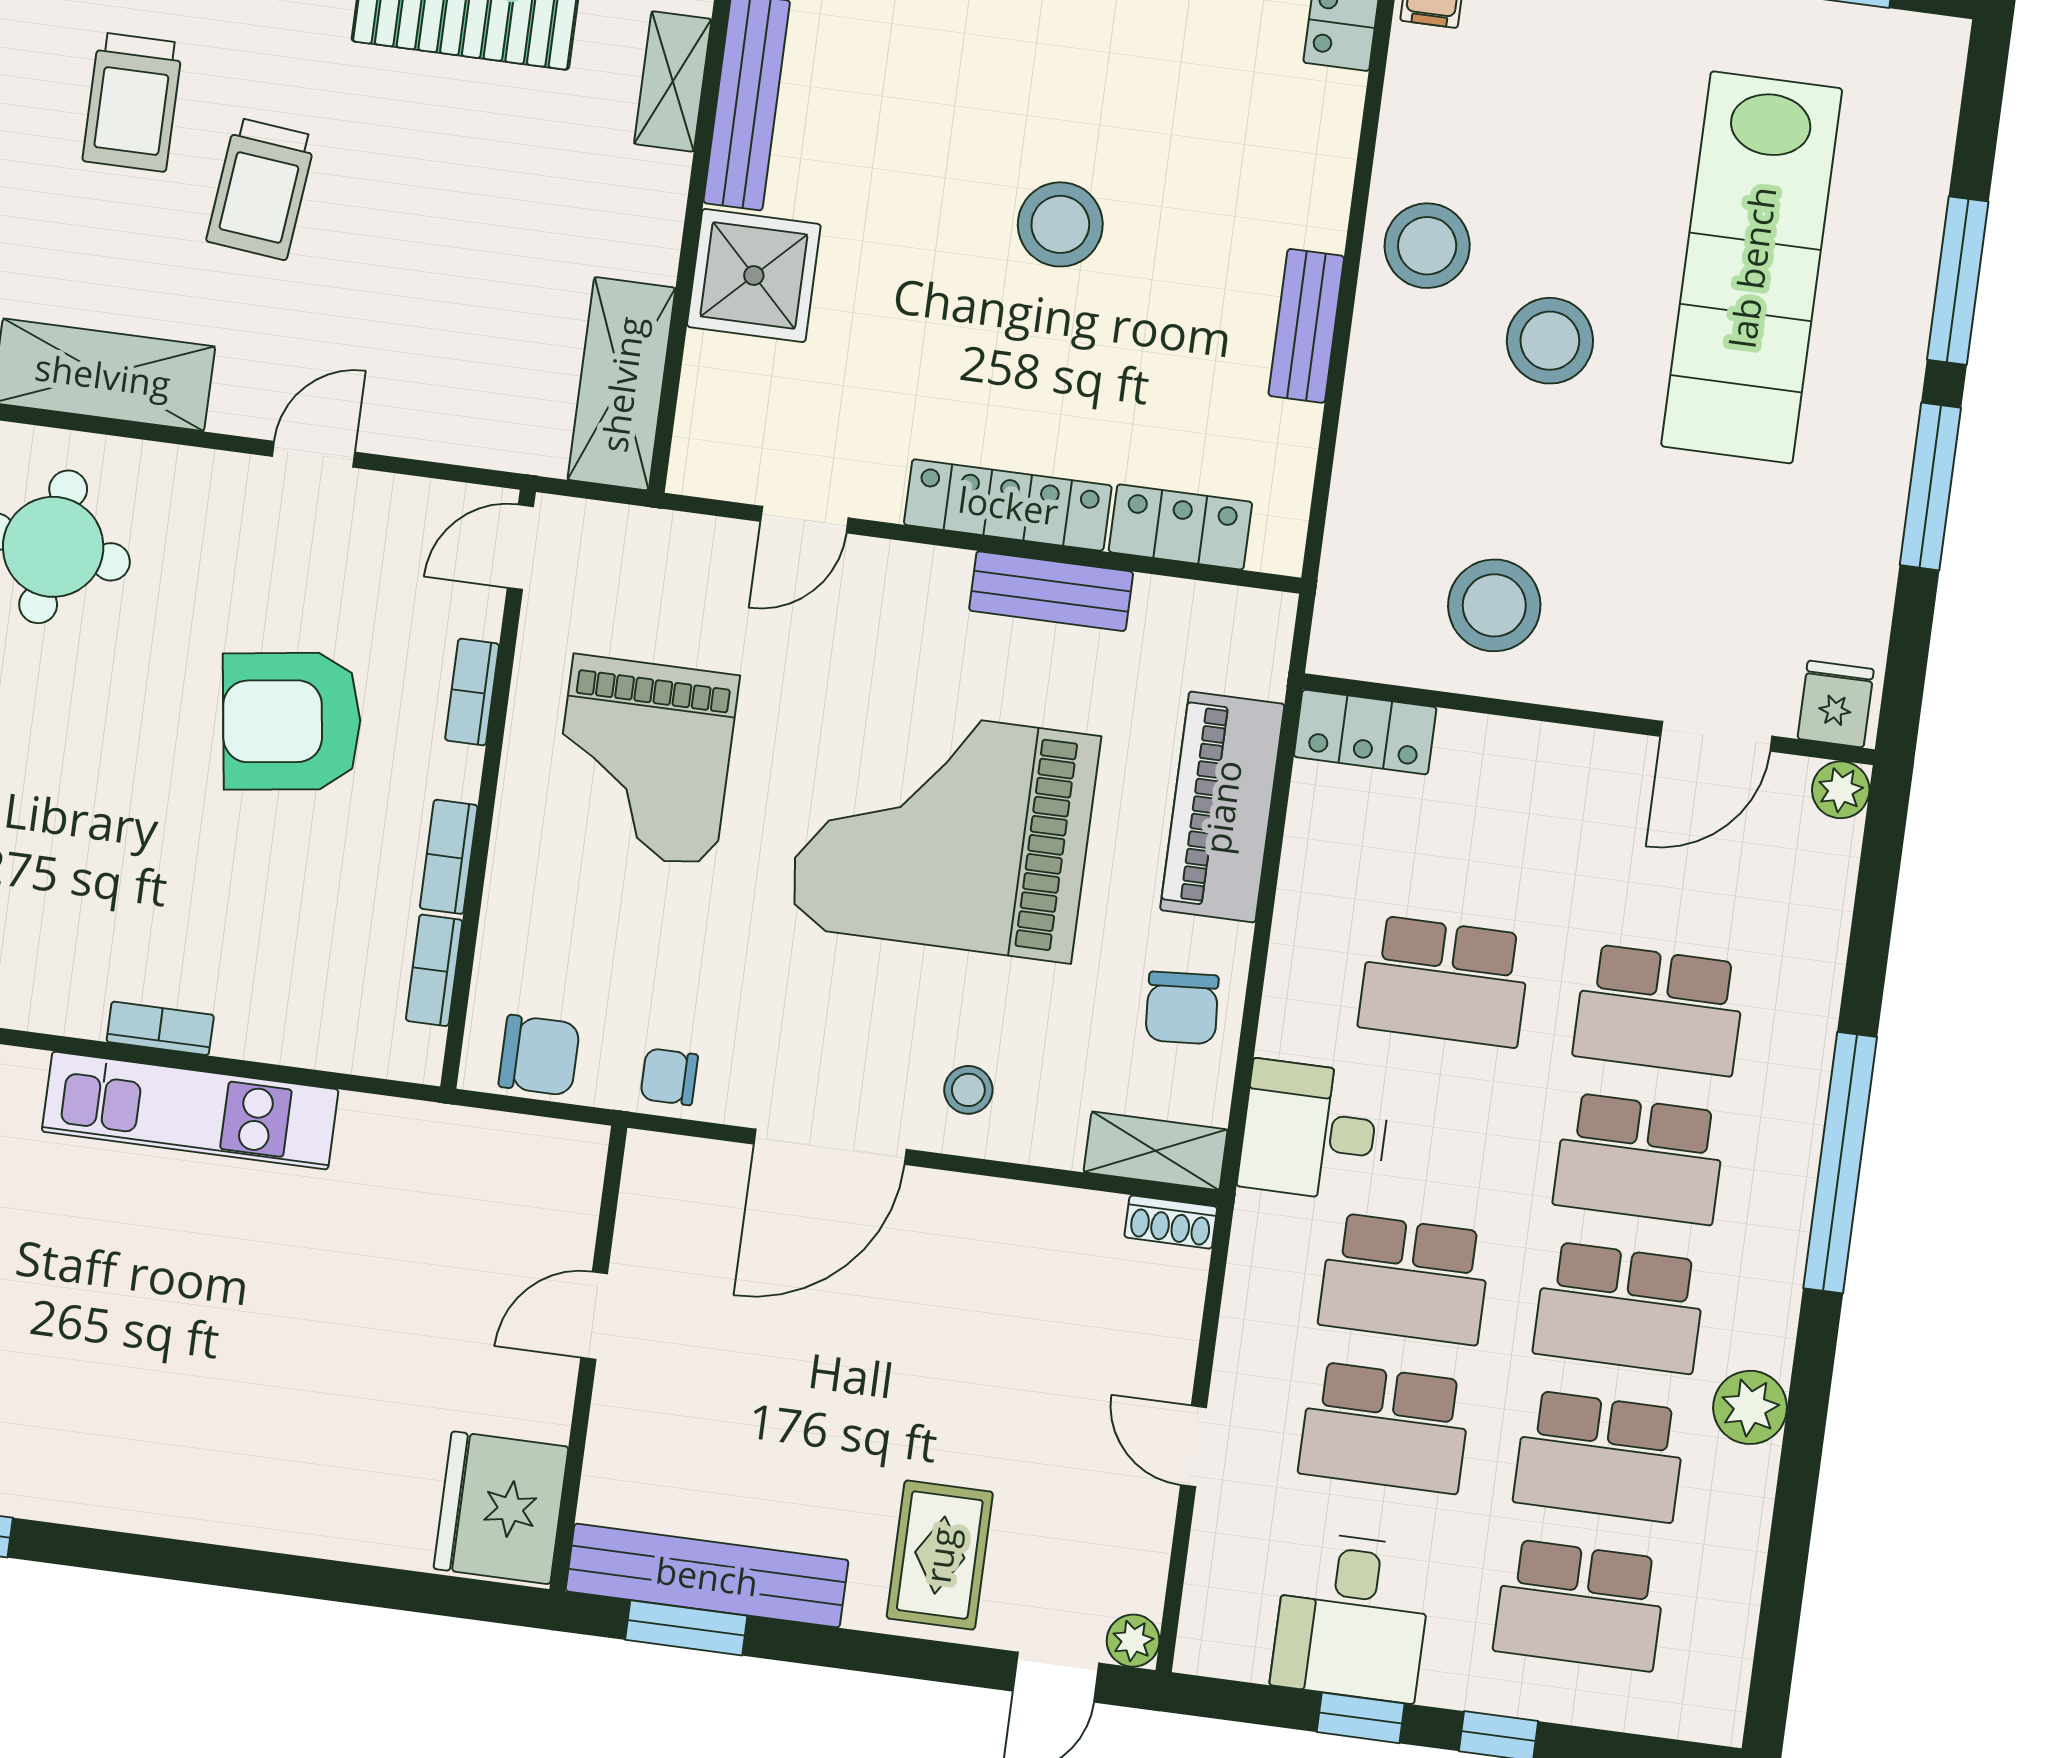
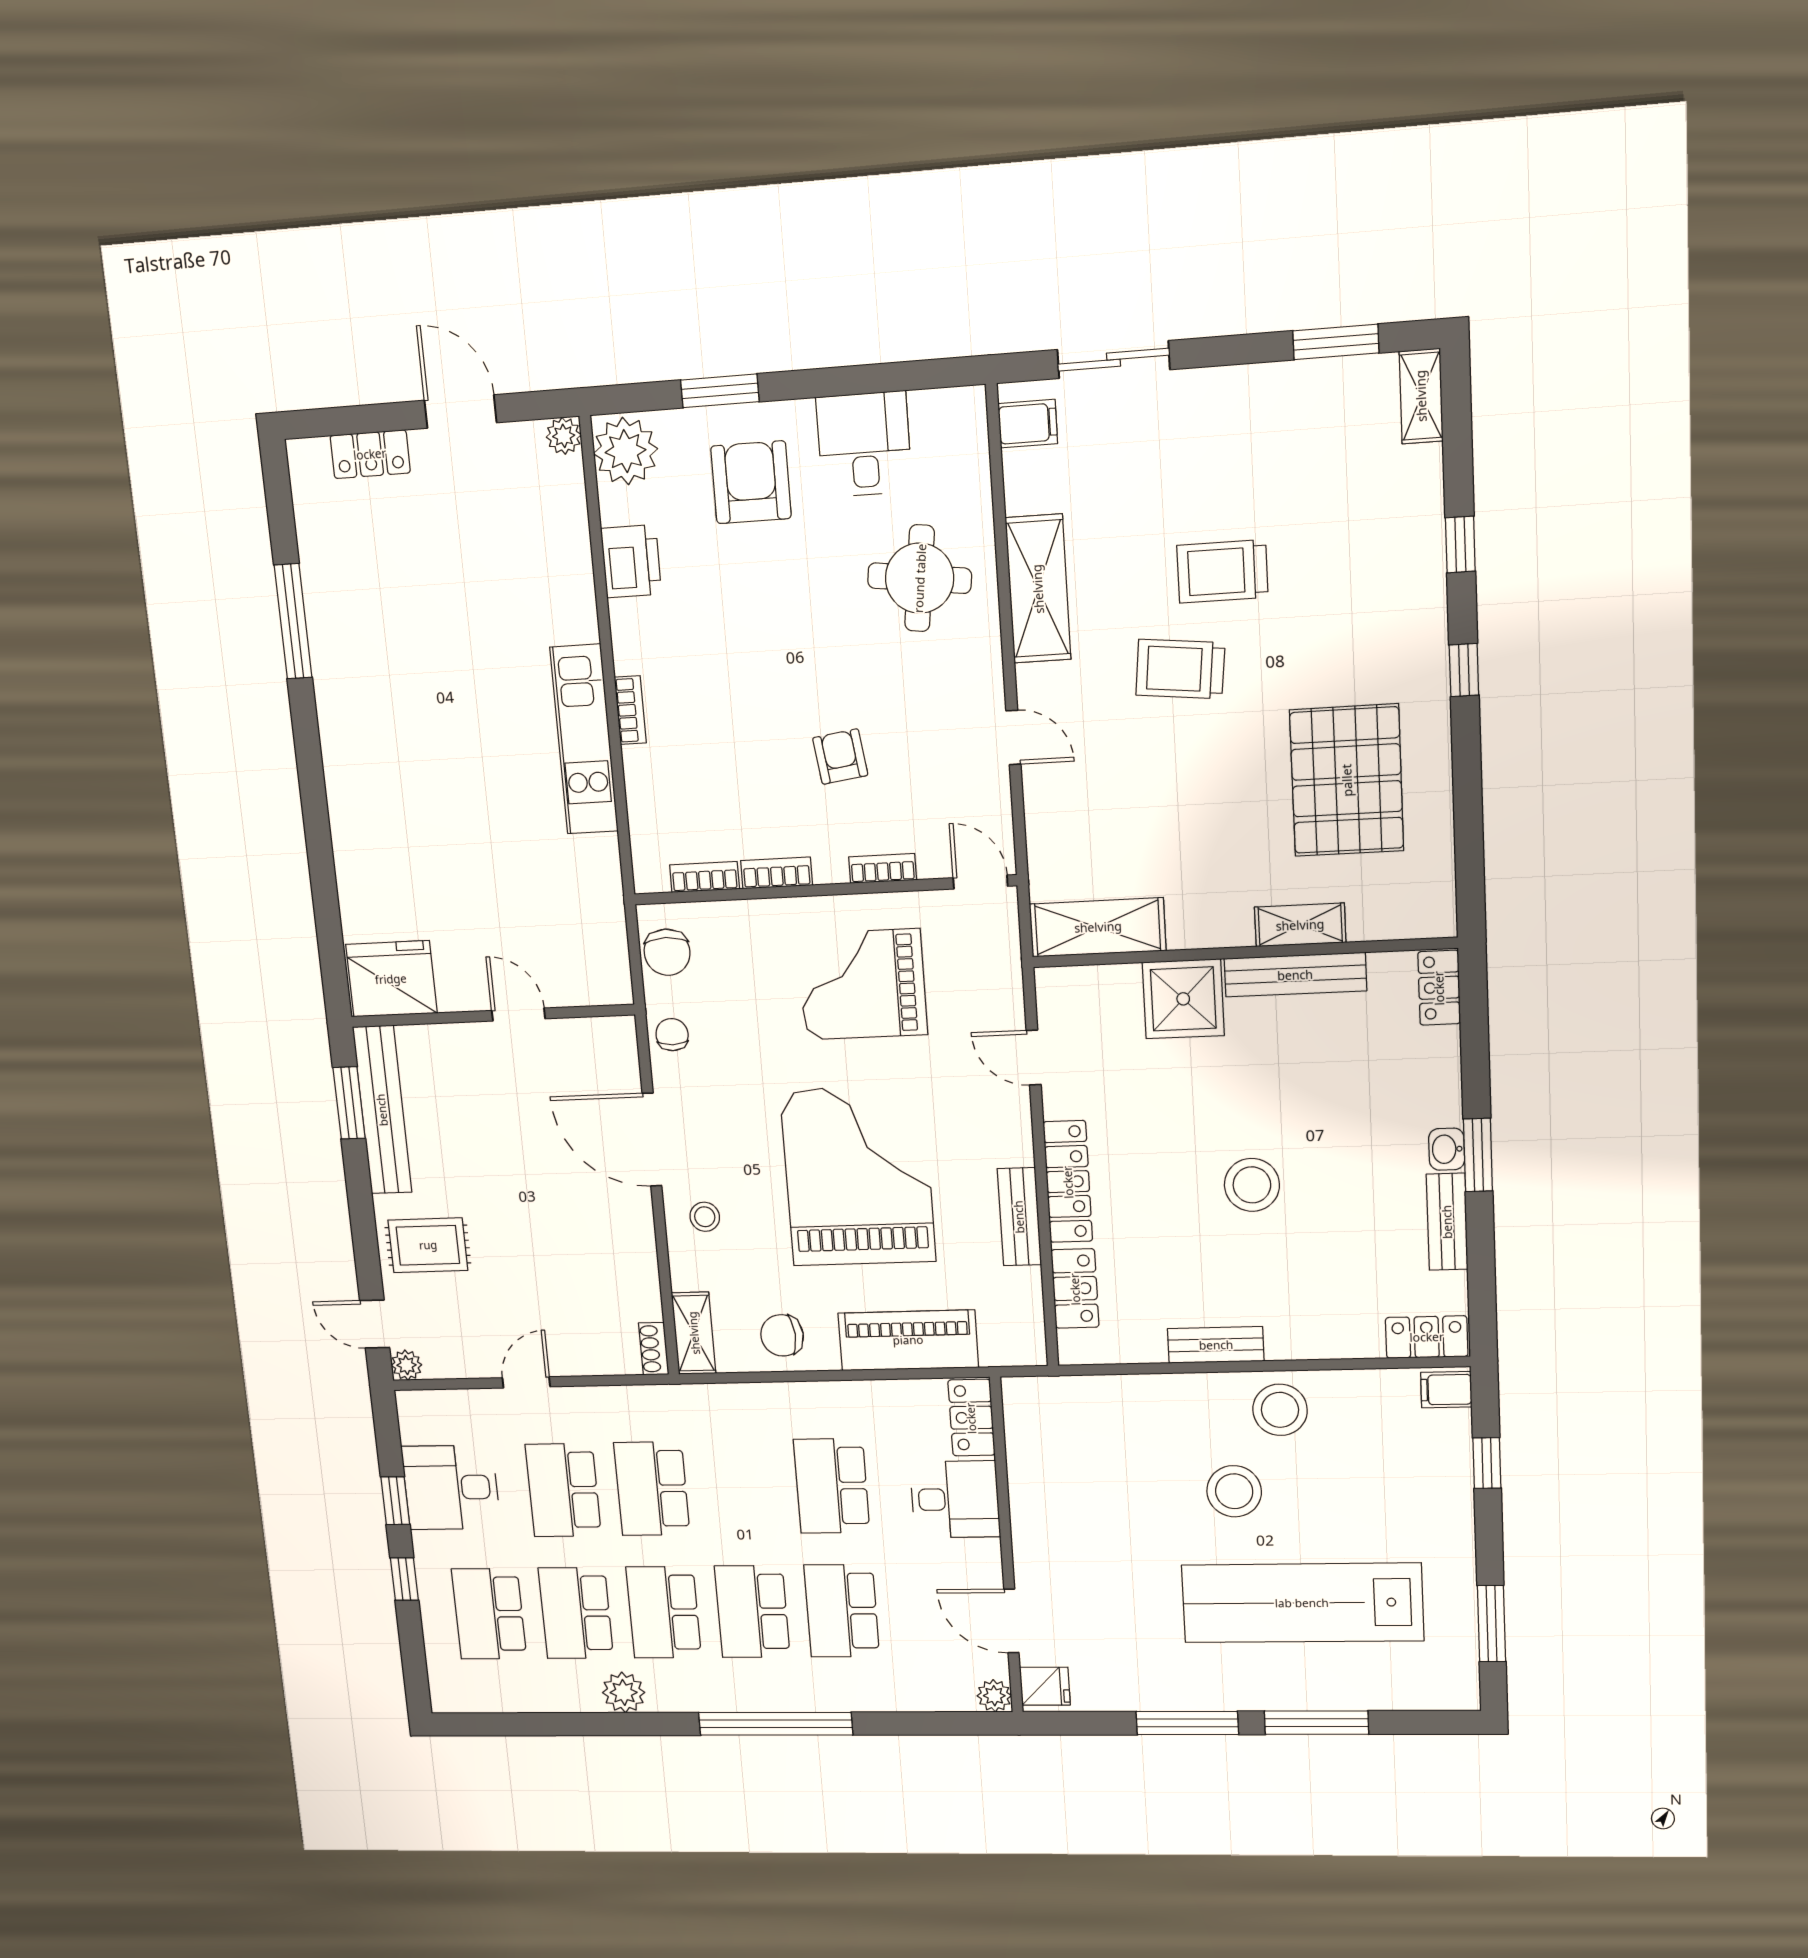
stool: (1494, 605) -> (1064, 1482), removed
armchair: (292, 721) -> (840, 757), width x0.53, depth x0.53
desk: (1314, 1131) -> (955, 1499), moved, turned 90

